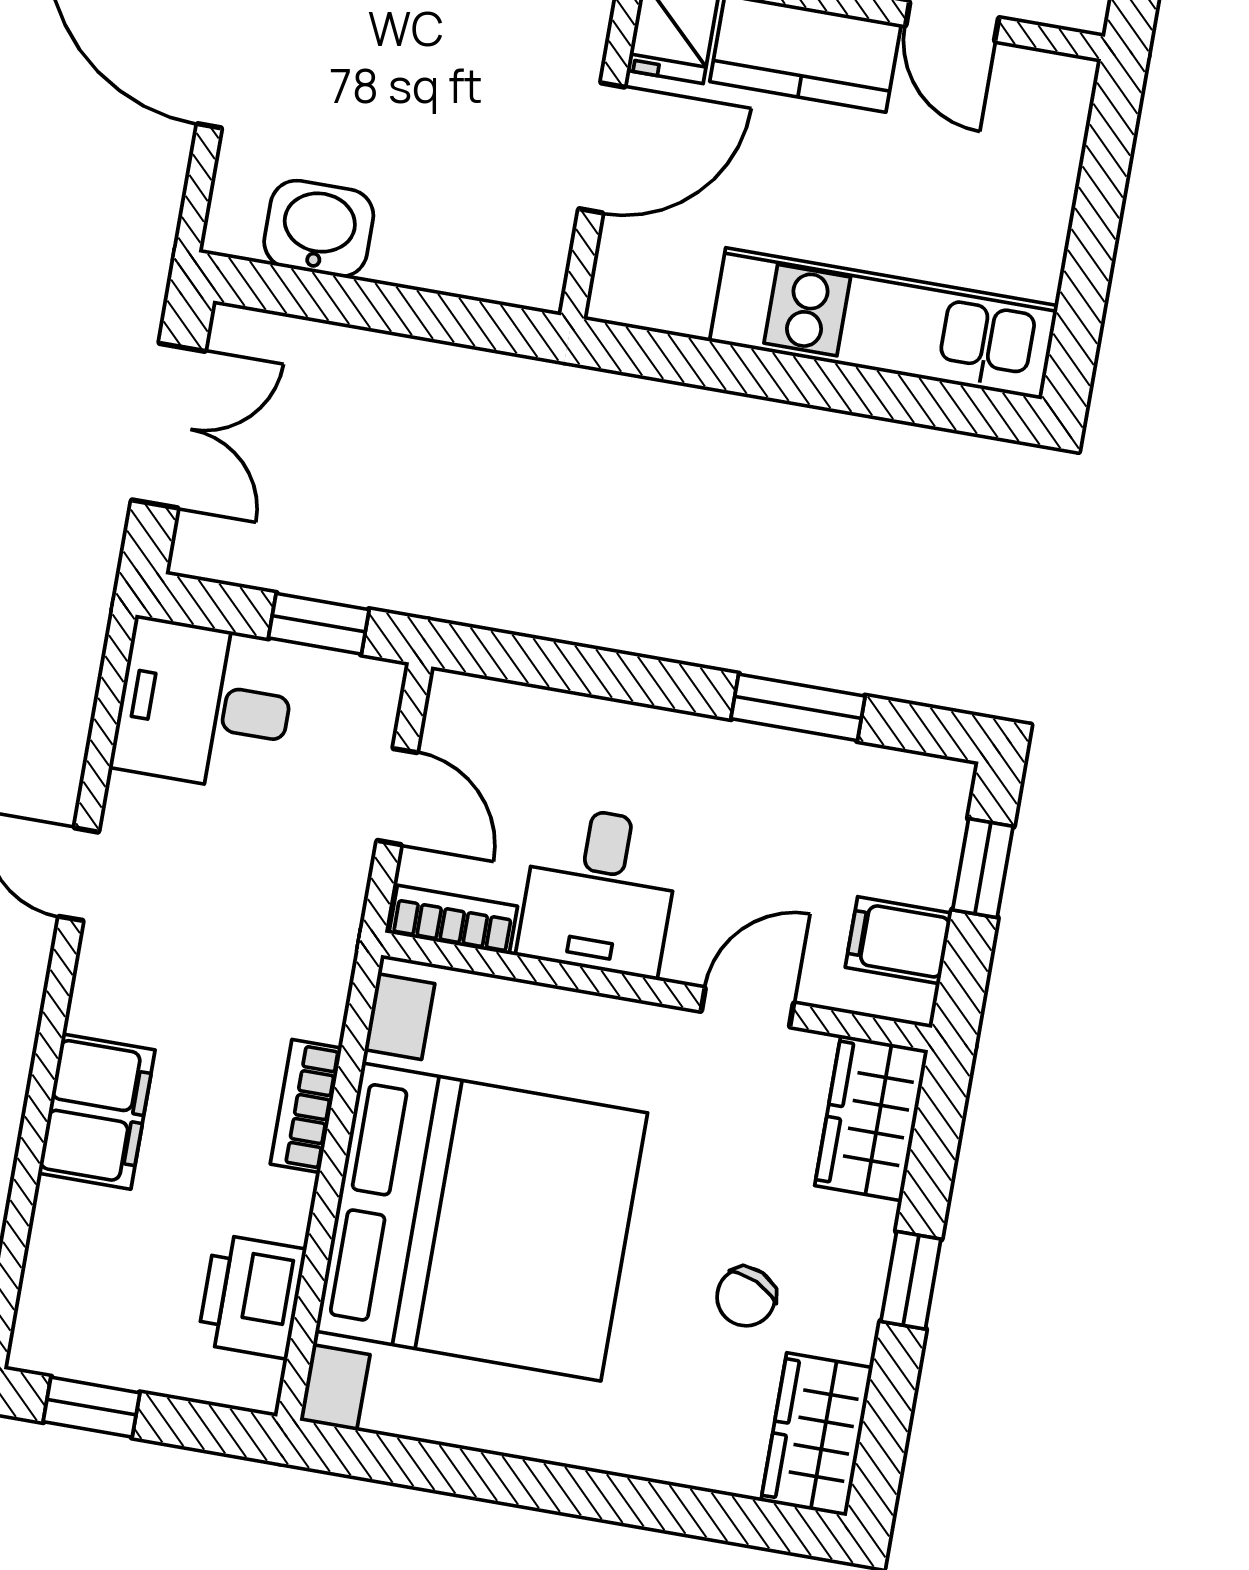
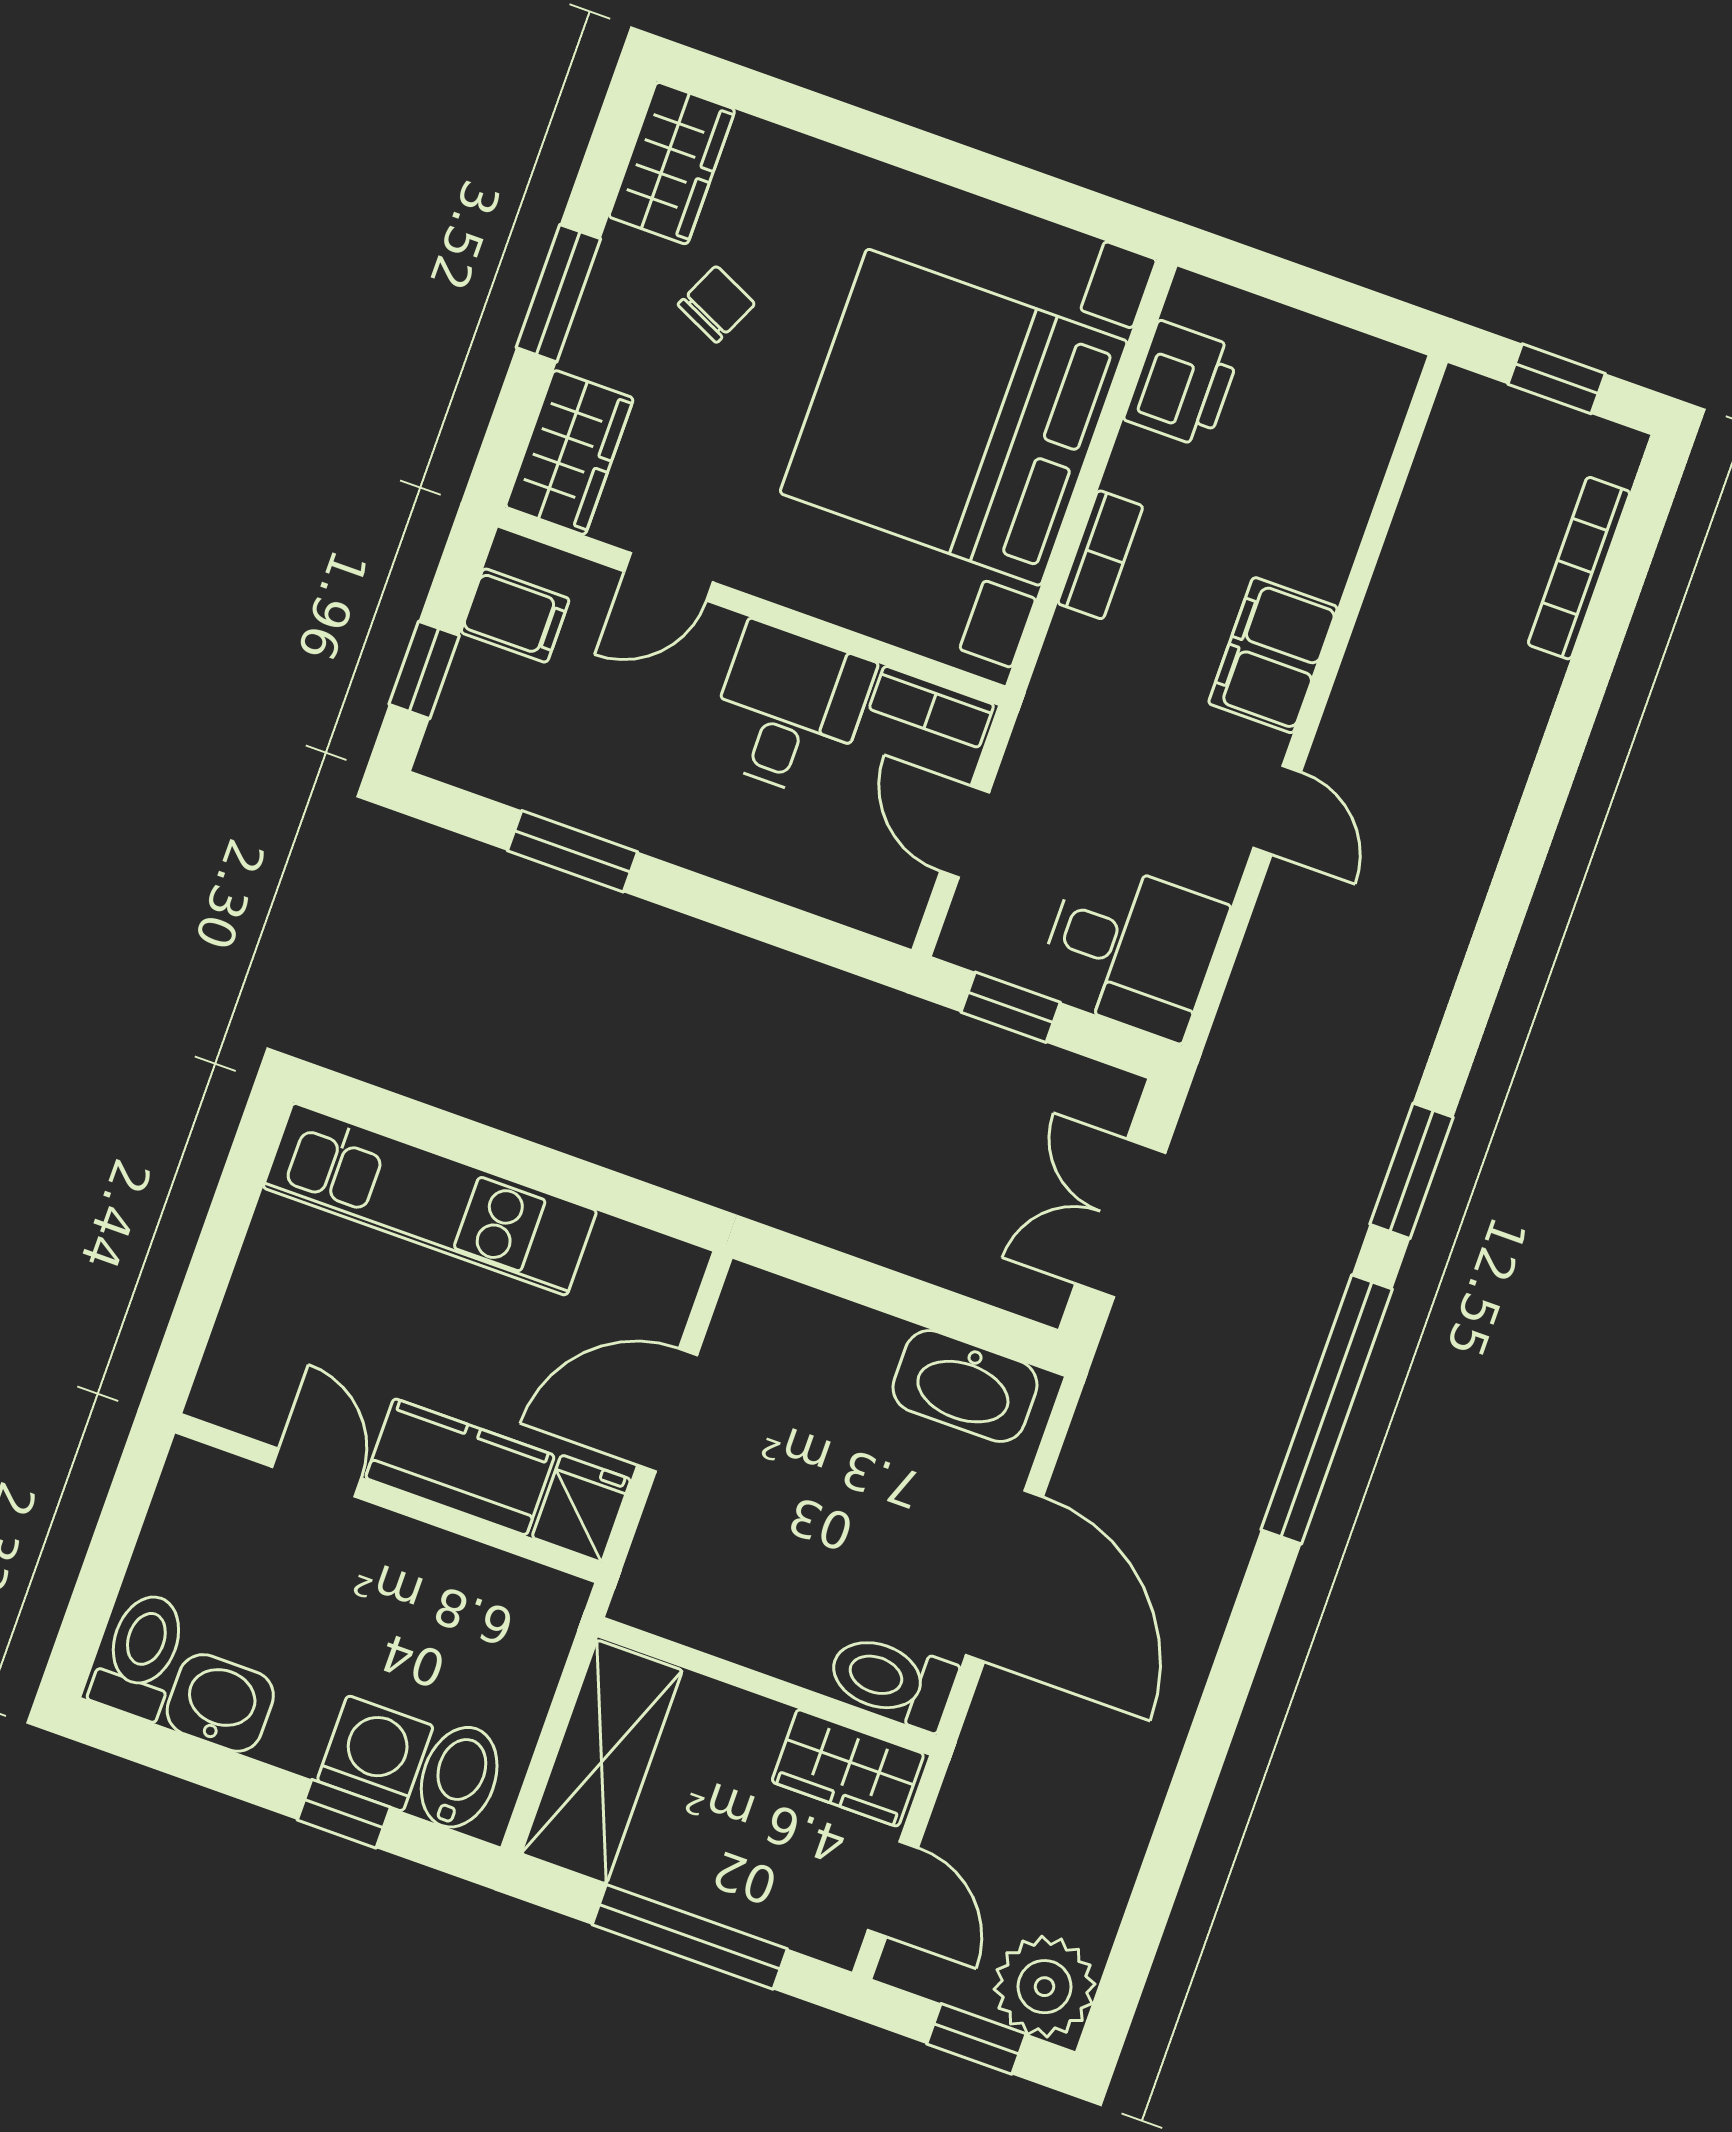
washbasin: (319, 229) -> (965, 1386), width x1.38
filing cabinet: (97, 1112) -> (1273, 655), moved
window: (911, 1280) -> (558, 293), width x1.50
window: (92, 1407) -> (1351, 306), removed

